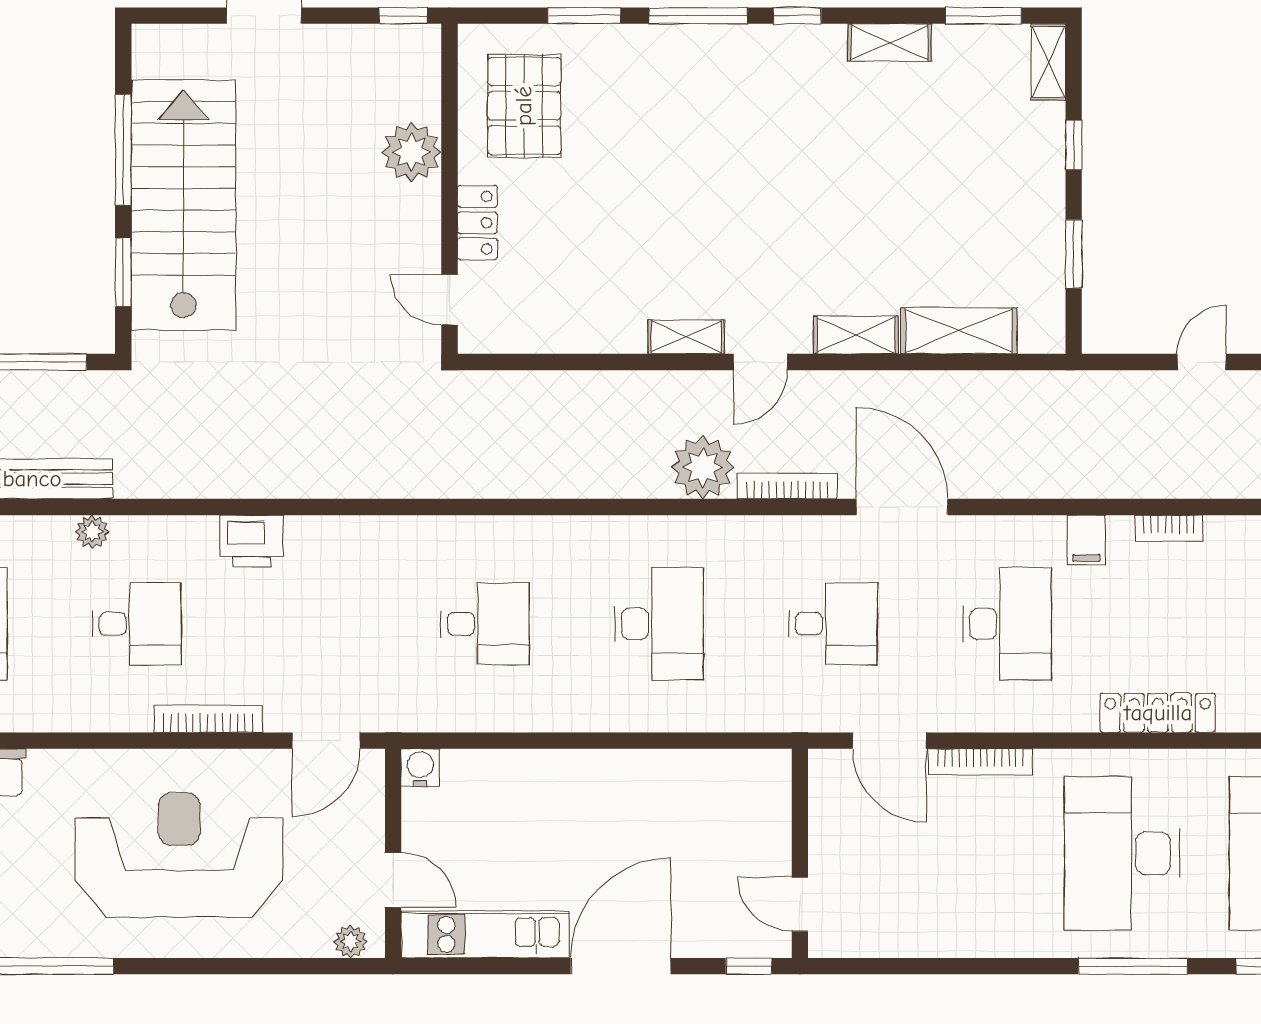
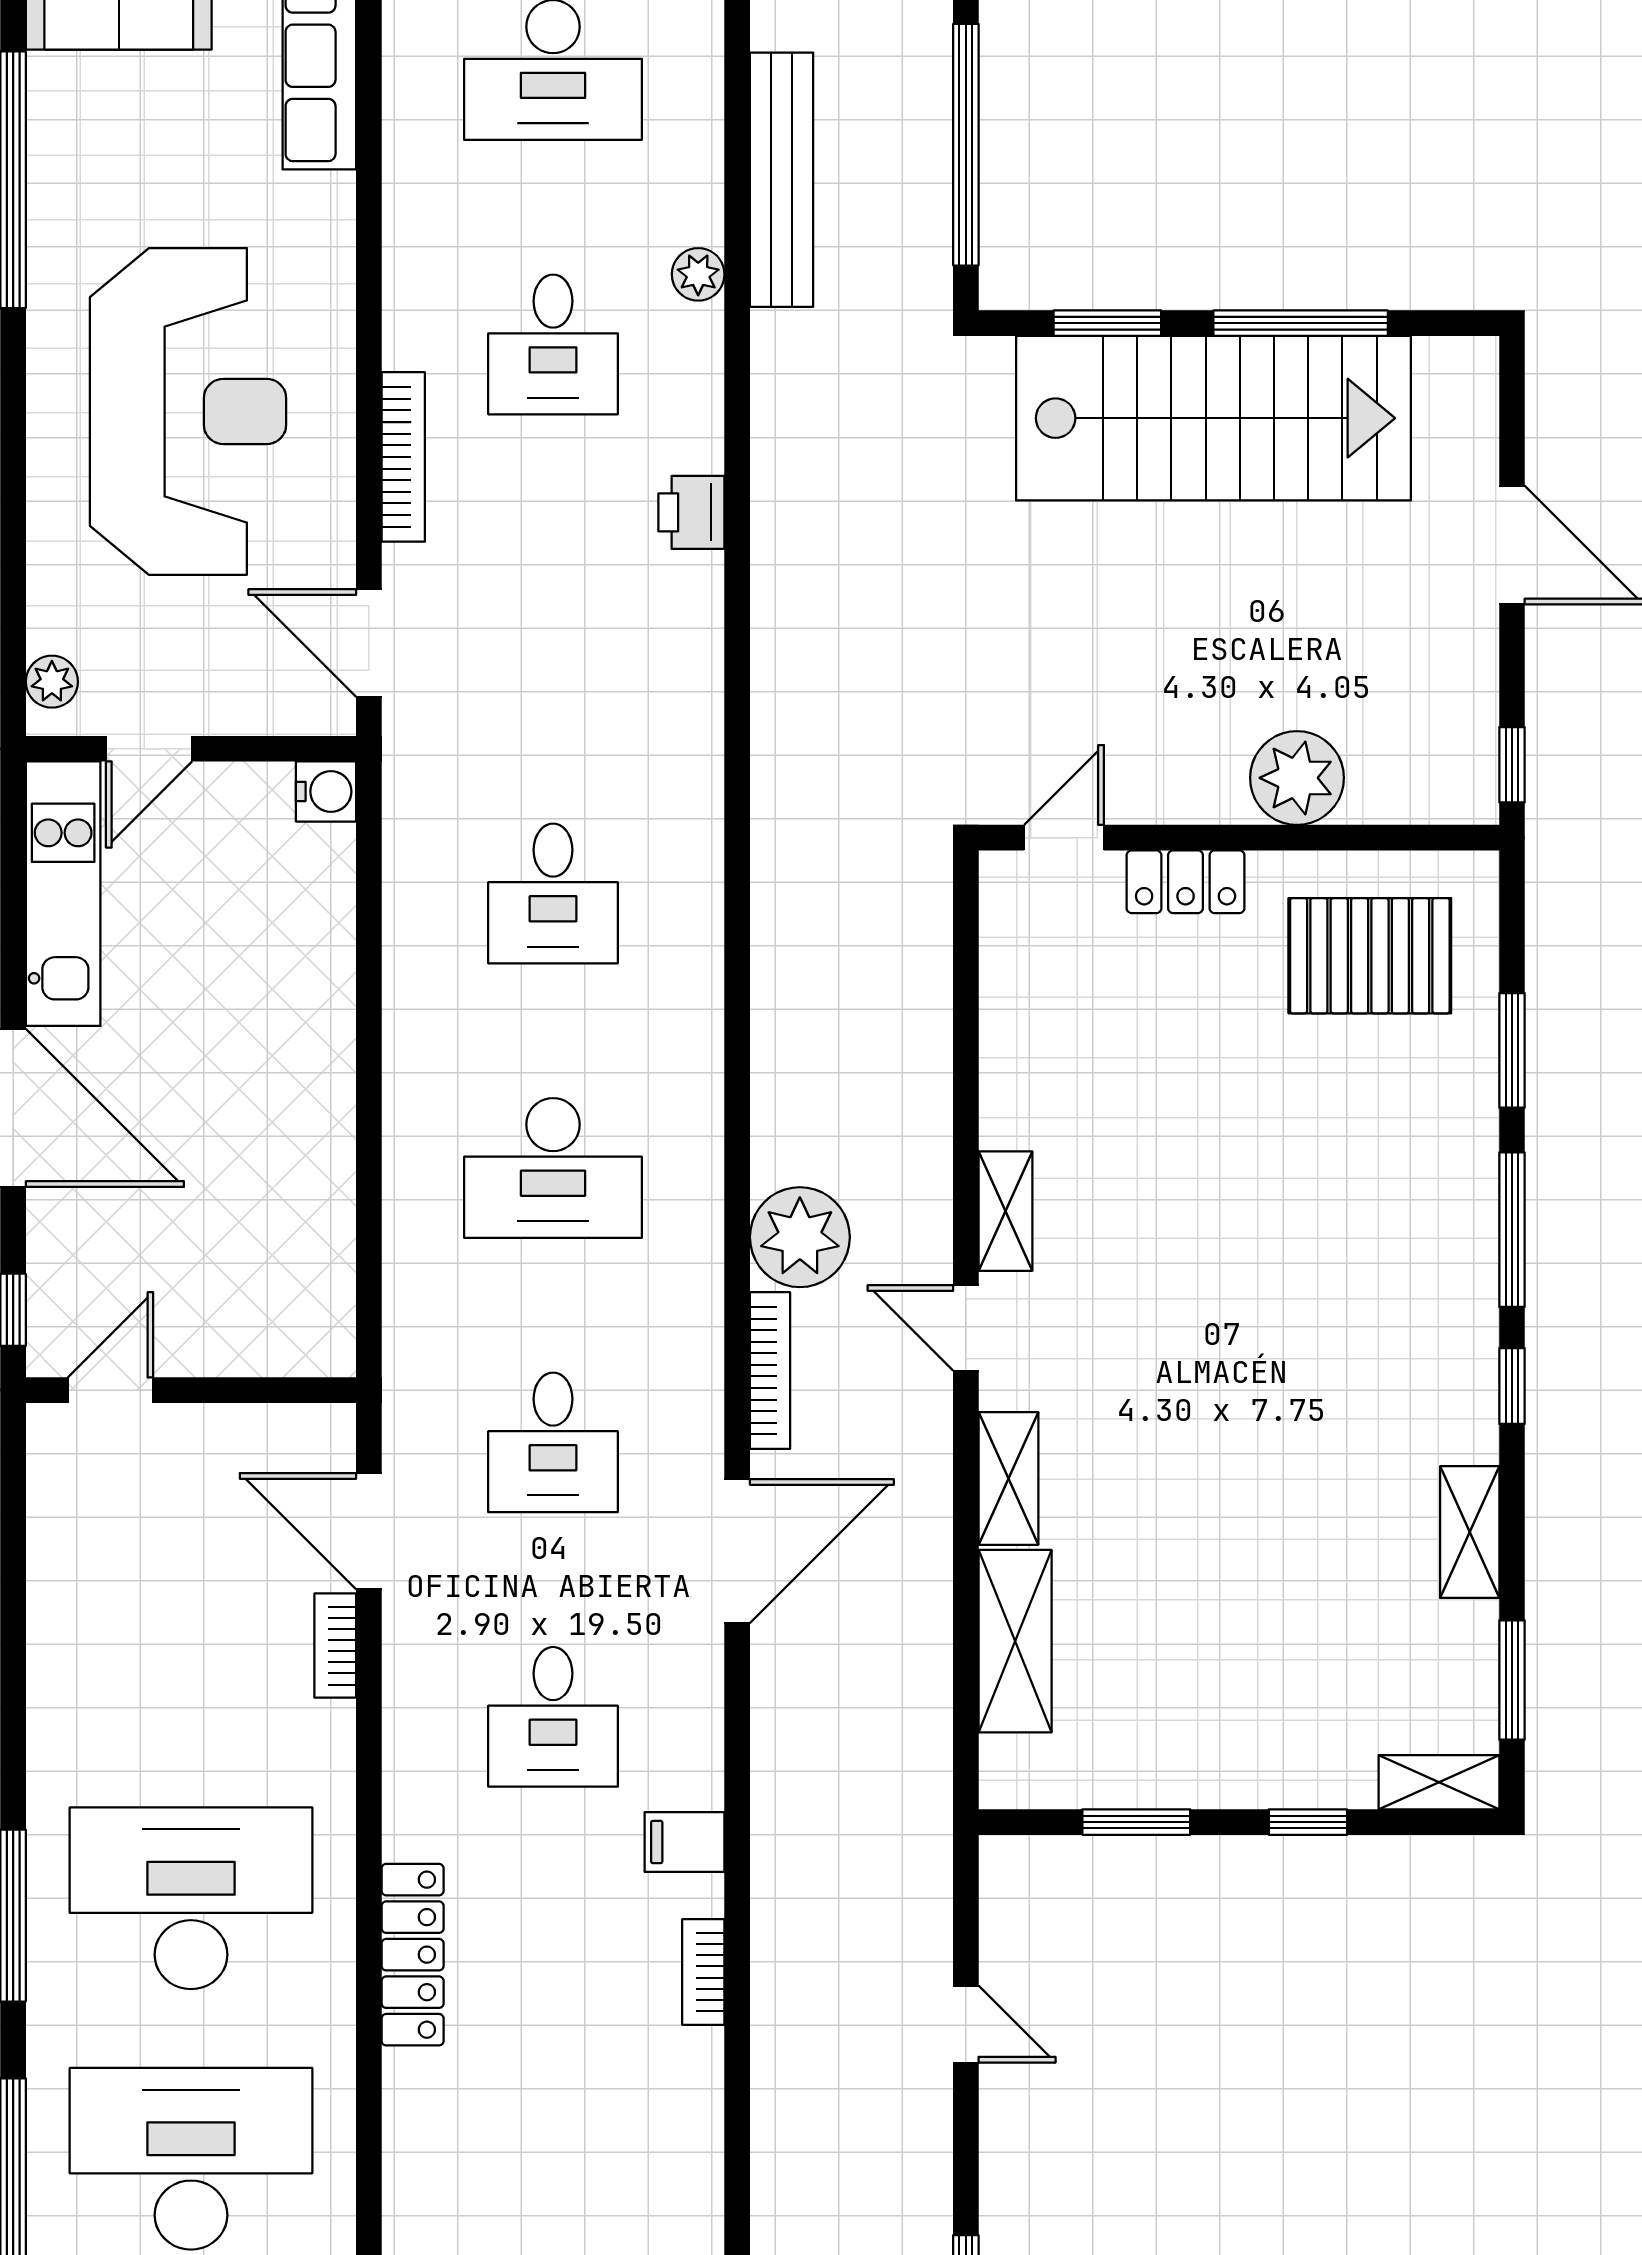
printer: (252, 541) -> (691, 512), width x0.73, depth x0.81
desk: (1007, 624) -> (553, 1717), width x0.73
door: (889, 741) -> (369, 1531), hinge flipped
bookcase: (980, 762) -> (335, 1646), width x0.64

